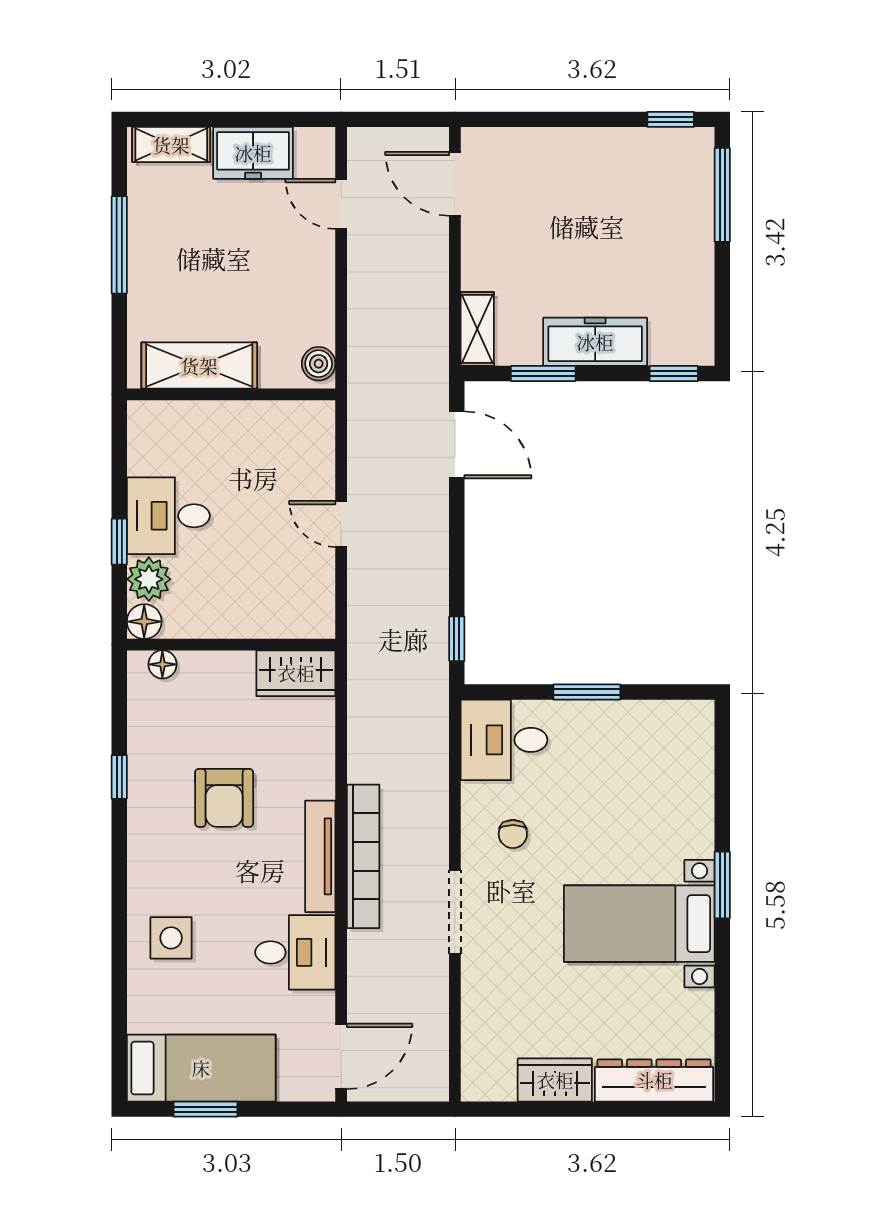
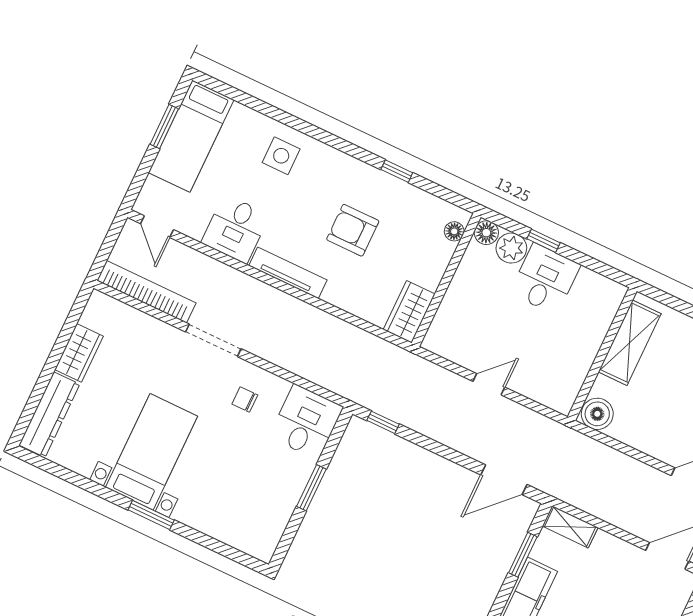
boiler: (319, 364) -> (597, 414), width x1.36, depth x1.36
bookcase: (363, 856) -> (146, 292), moved, turned 180
door: (341, 1056) -> (157, 227), width x0.73

